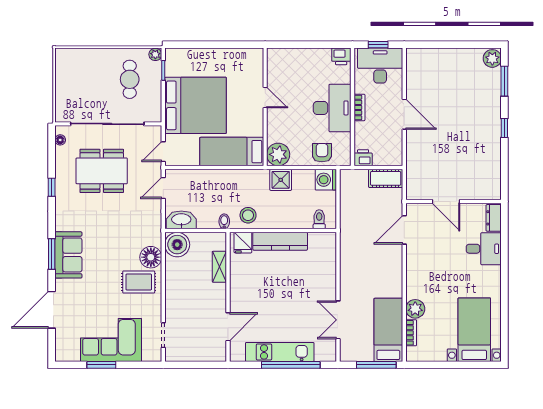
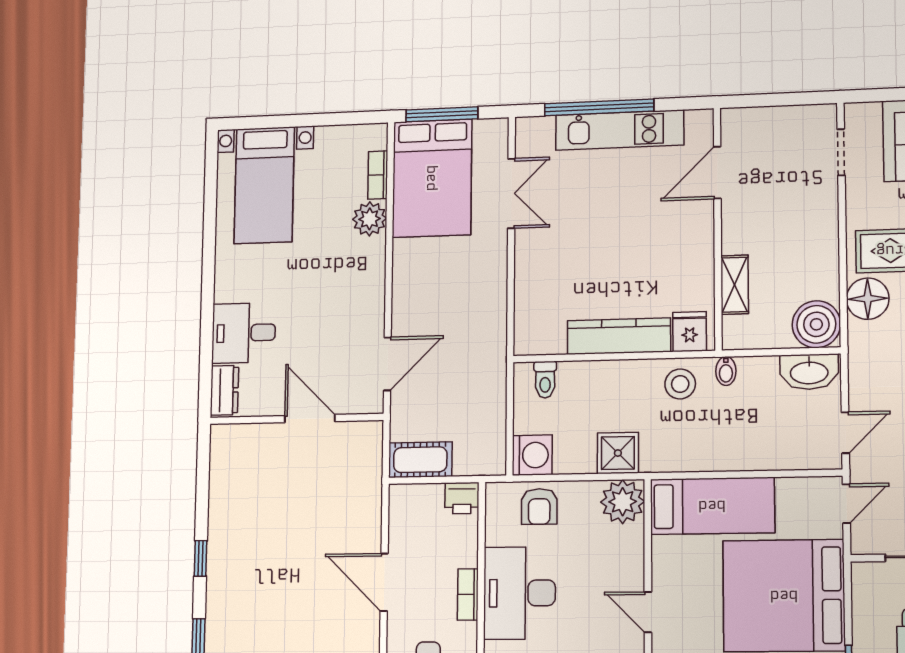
bed: (388, 330) -> (432, 178), width x1.50

